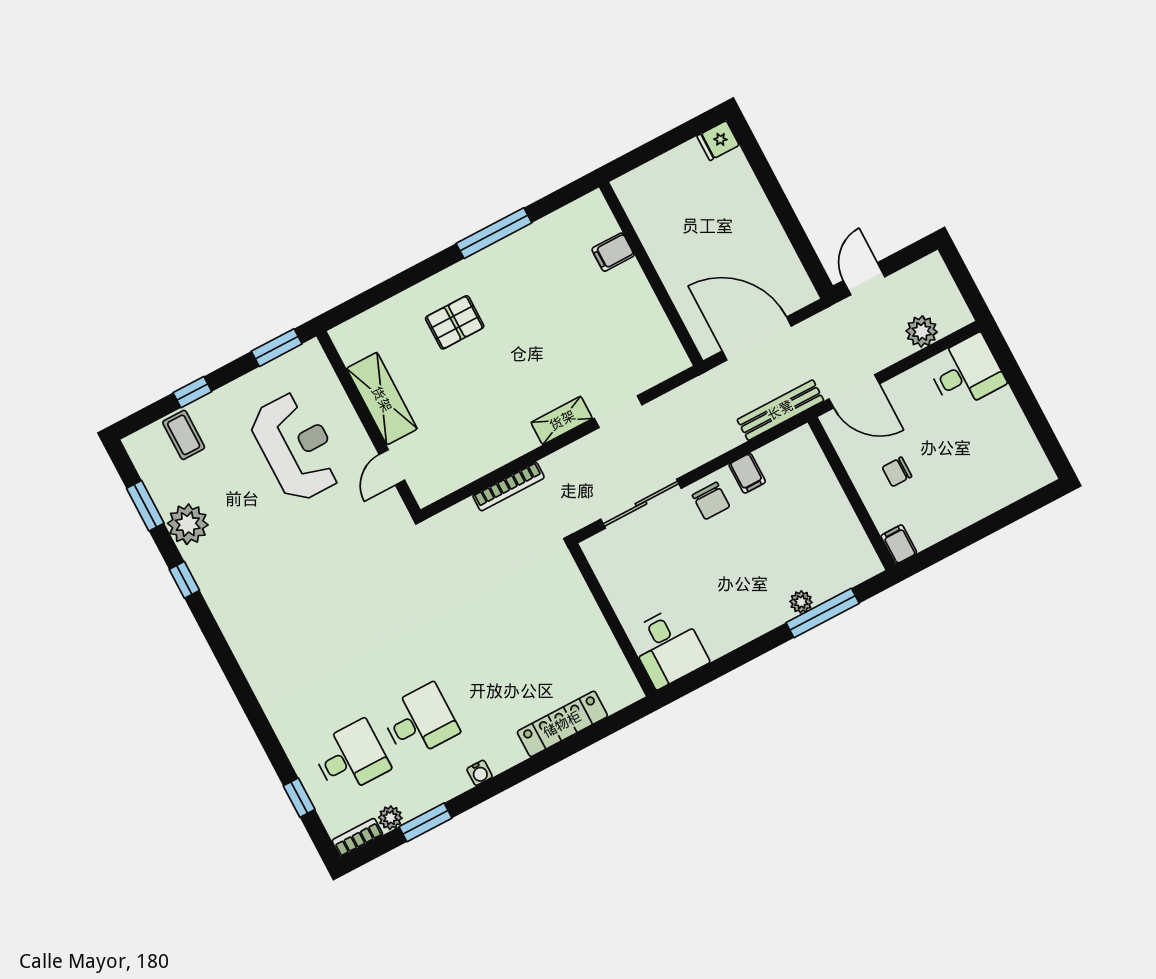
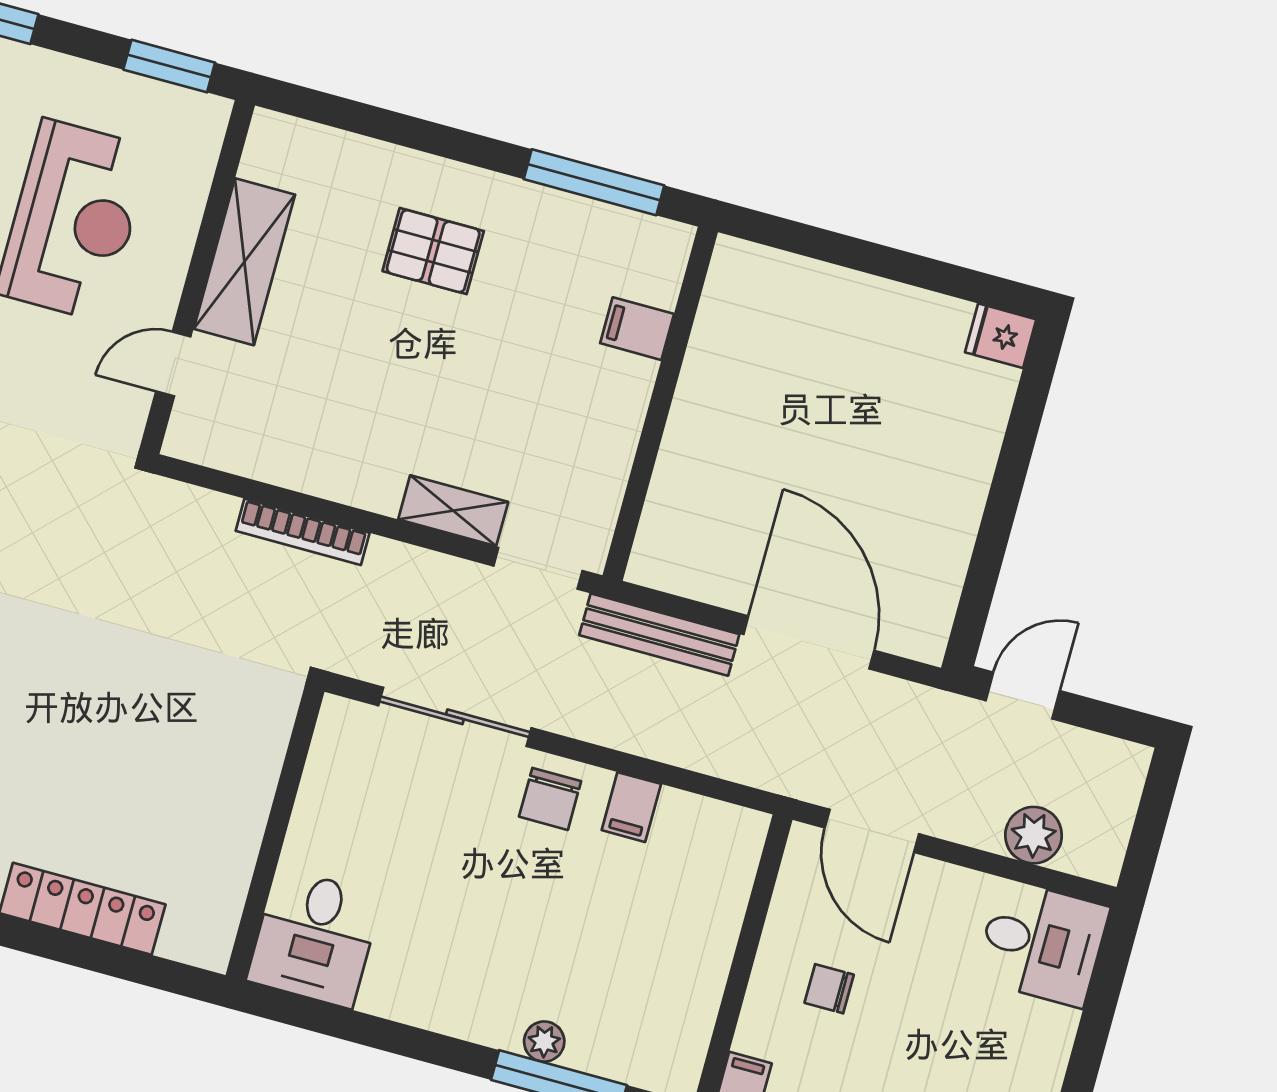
filing cabinet: (613, 252) -> (637, 329), moved
wall: (651, 274) -> (660, 404), moved
bench: (780, 410) -> (659, 635), moved

